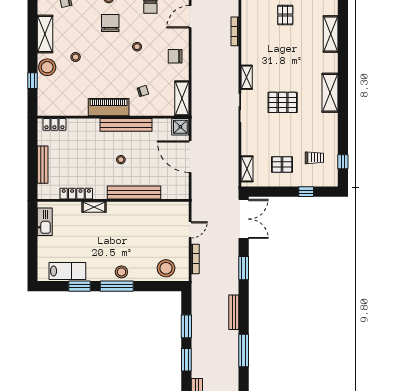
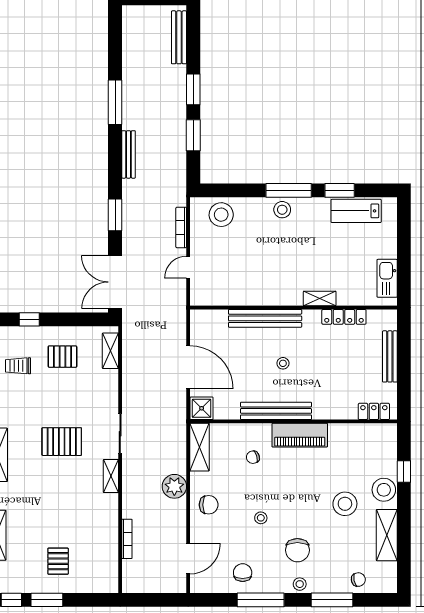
stool: (76, 57) -> (345, 504), width x1.89, depth x1.89
plant: (200, 70) -> (174, 486), added

